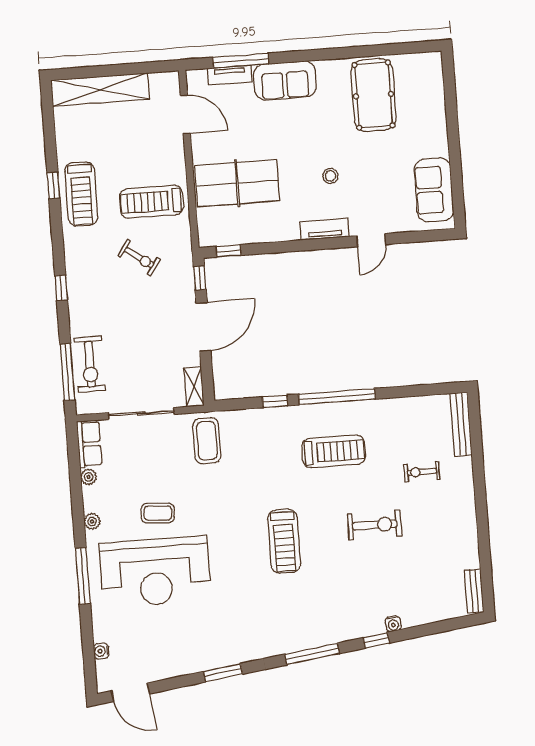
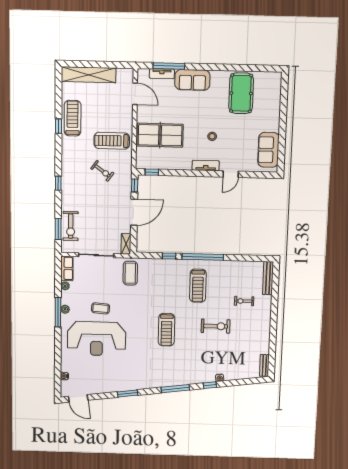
treadmill: (81, 194) -> (73, 118), moved, turned 180
window: (67, 372) -> (58, 229), width x0.69
treadmill: (334, 451) -> (198, 286), turned 90
window: (83, 576) -> (58, 312), moved

